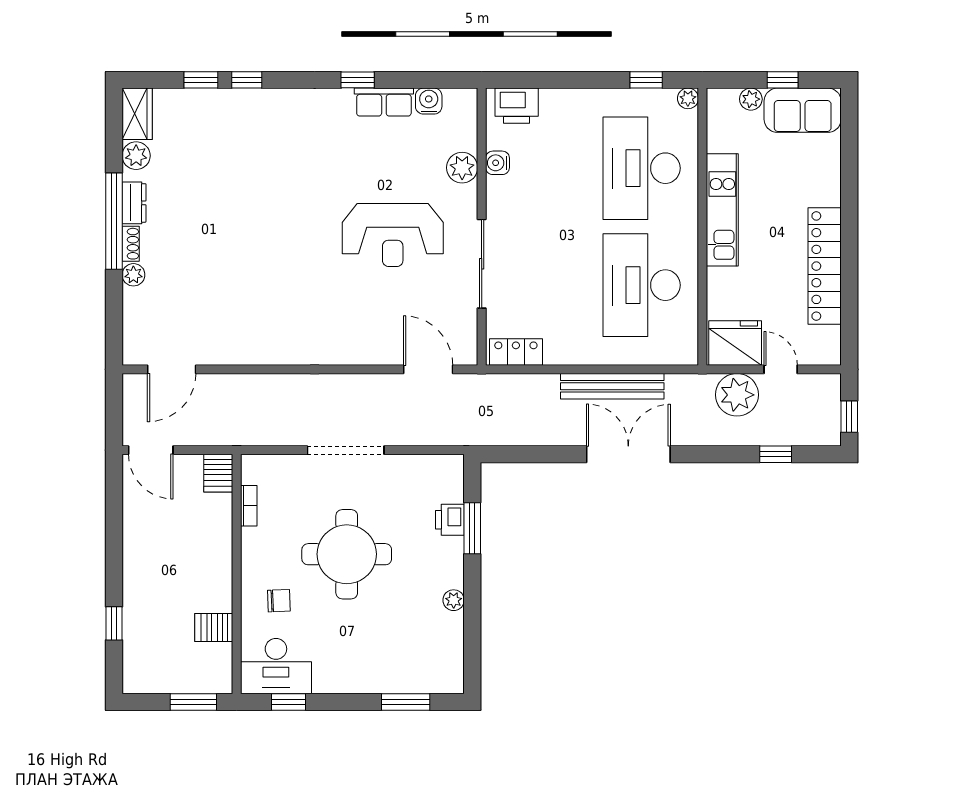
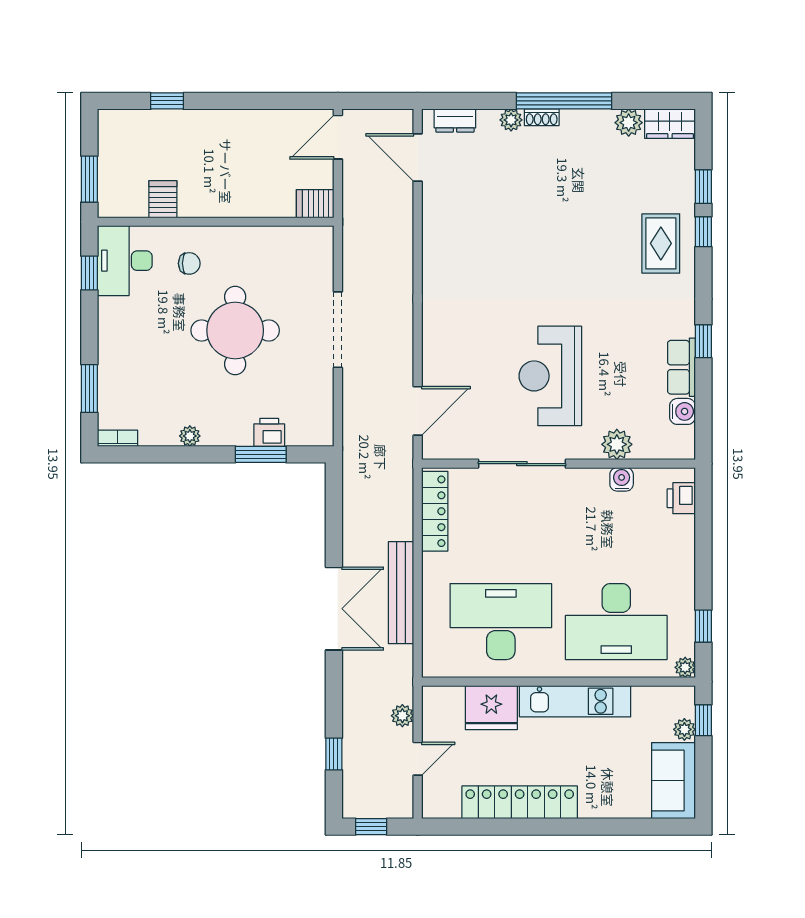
window: (783, 80) -> (703, 720), moved
printer: (517, 106) -> (681, 498), width x0.73, depth x0.81
rug: (259, 123) -> (661, 243), added
desk: (642, 168) -> (616, 622), turned 180
dresser: (134, 203) -> (455, 120), moved
fridge: (735, 343) -> (491, 708), moved, turned 90
locker: (516, 352) -> (435, 511), width x1.53
plant: (737, 395) -> (402, 716), width x0.53, depth x0.53
bookcase: (249, 506) -> (118, 438), moved, turned 180
chair: (279, 601) -> (189, 263), turned -88

